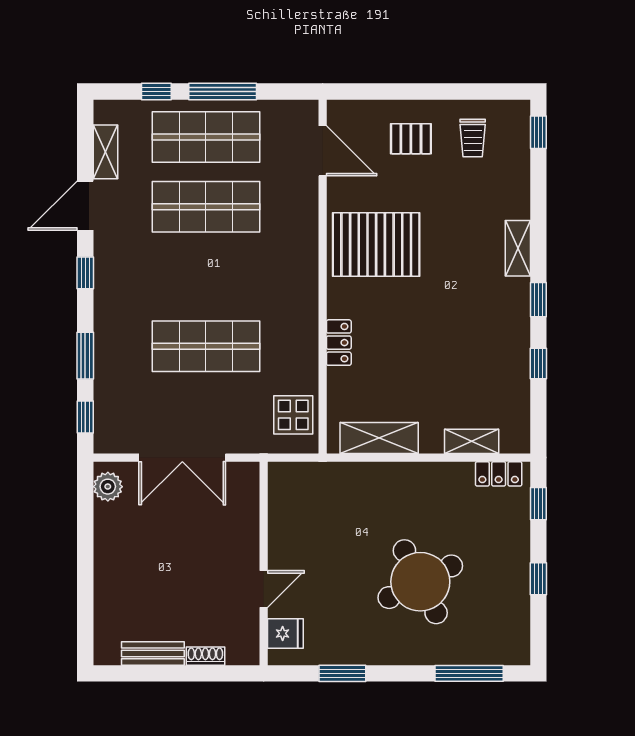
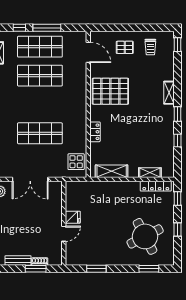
locker: (499, 474) -> (156, 186), width x1.53
round table: (420, 582) -> (145, 236), moved
fridge: (285, 633) -> (73, 217), moved
window: (196, 673) -> (36, 269), added
window: (469, 673) -> (149, 269), width x0.69

